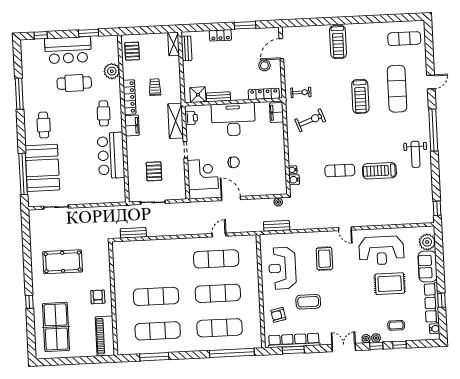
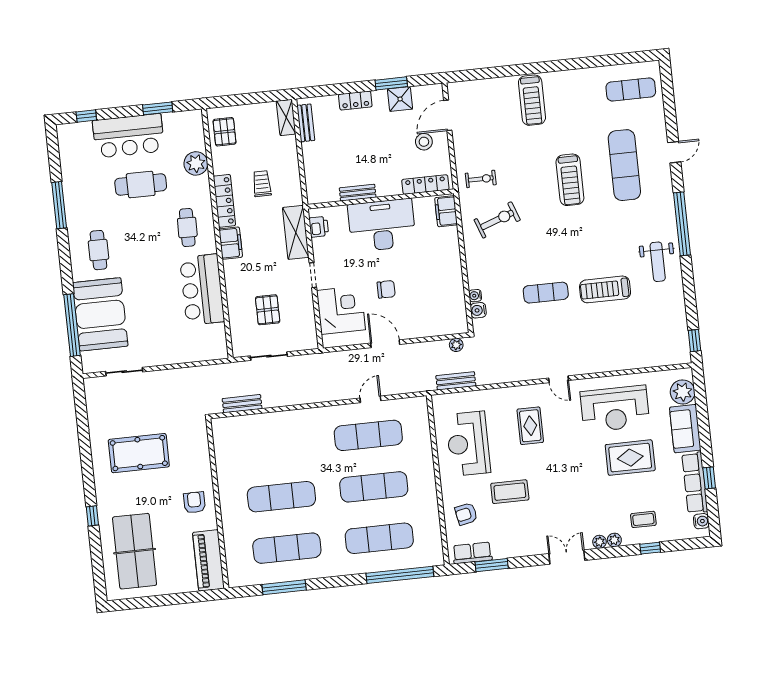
shower: (198, 95) -> (400, 99), moved
row of seats: (294, 340) -> (472, 553), width x0.50
window: (376, 346) -> (615, 552), removed

